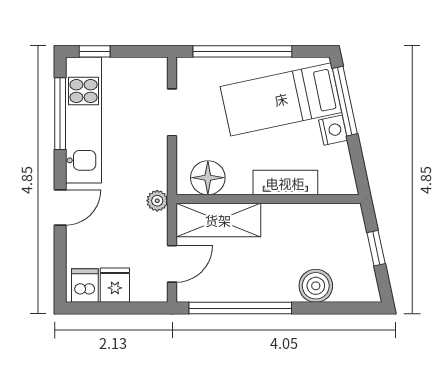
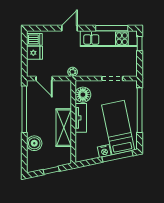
tv unit: (285, 183) -> (81, 118), moved
door: (60, 207) -> (69, 28), swing flipped
shelving: (218, 220) -> (64, 128), moved

